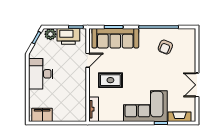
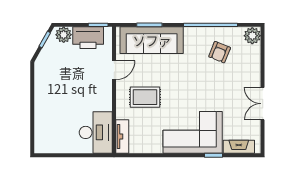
plant: (189, 35) -> (252, 36), added
desk: (41, 74) -> (96, 132), moved, turned 180
filing cabinet: (42, 115) -> (52, 144), removed

